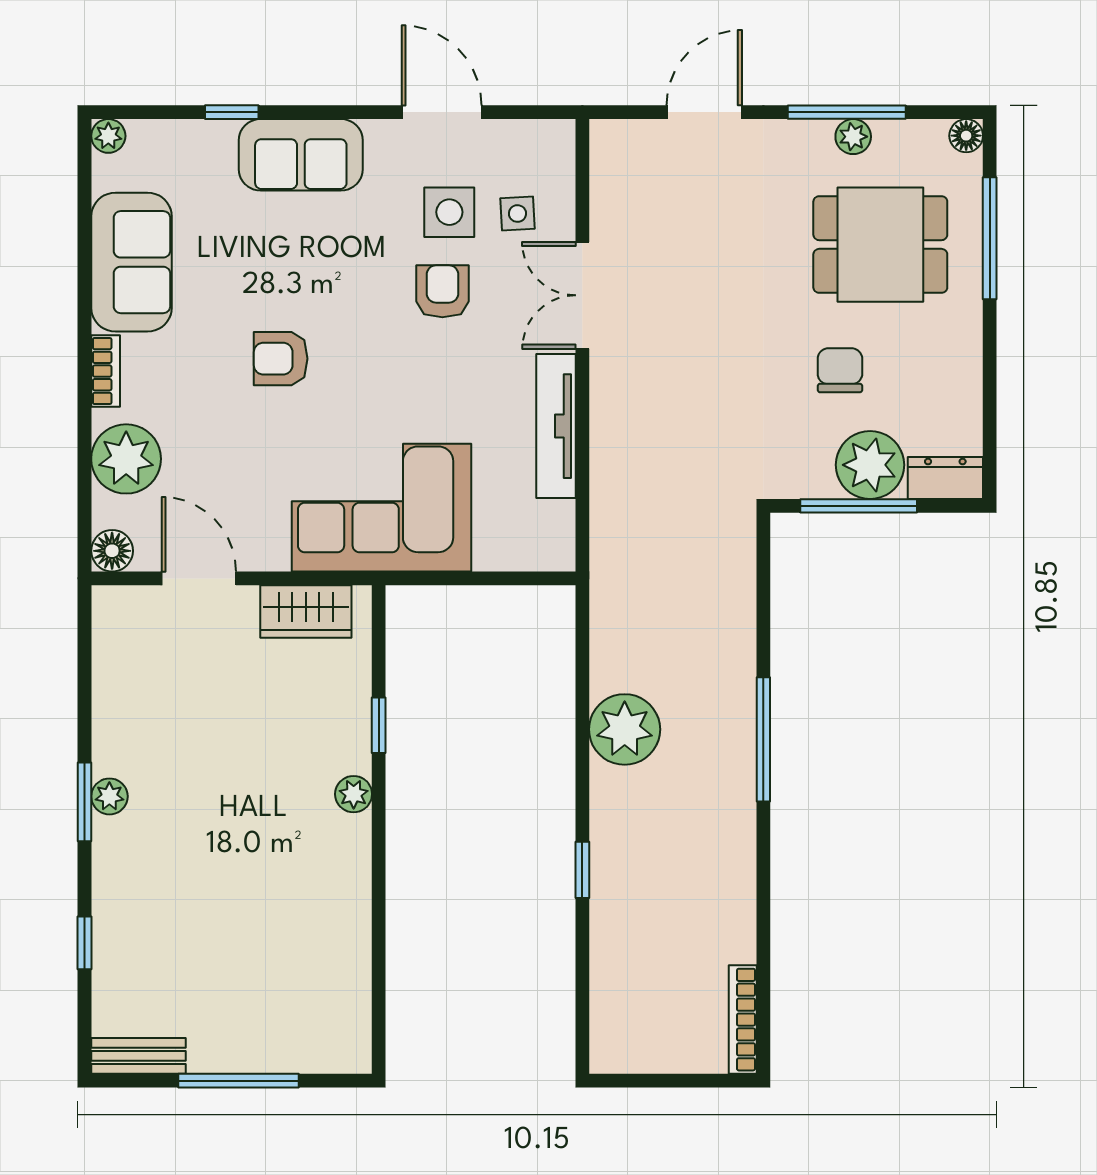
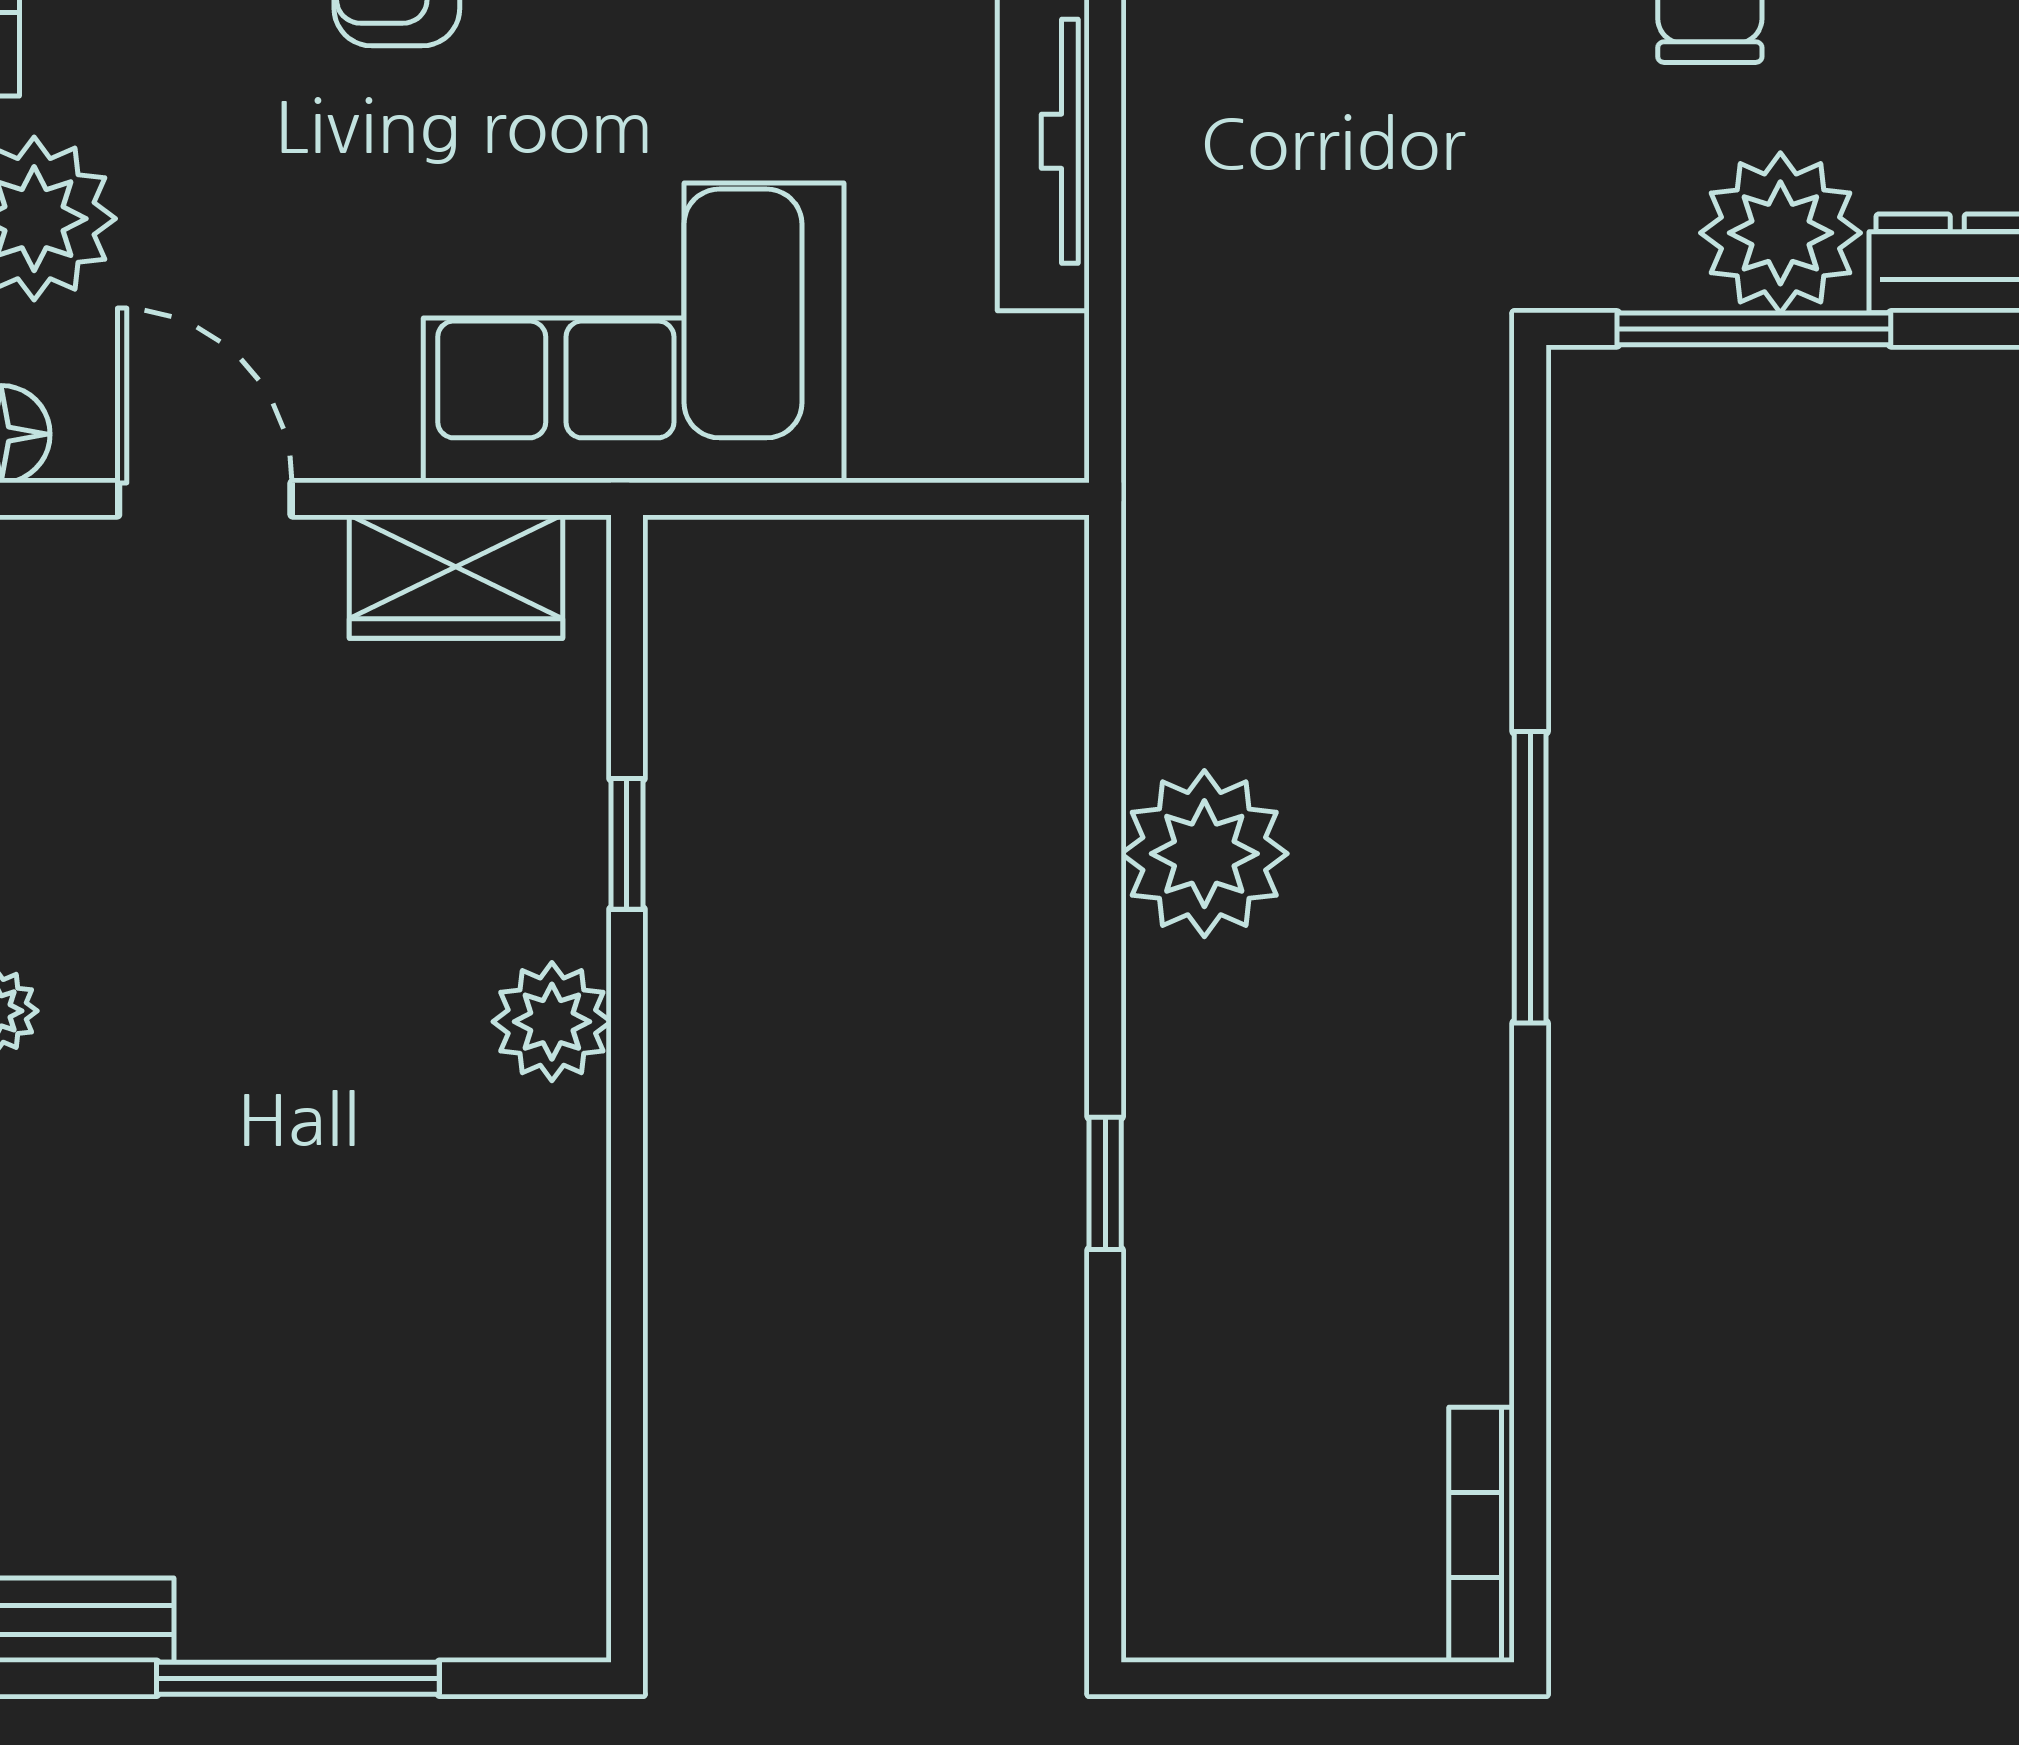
plant: (354, 794) -> (552, 1022), width x1.38, depth x1.38

